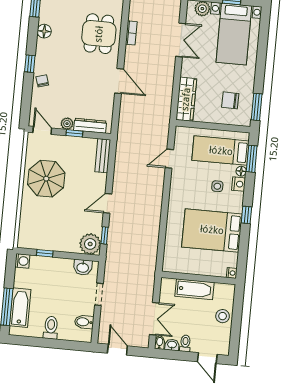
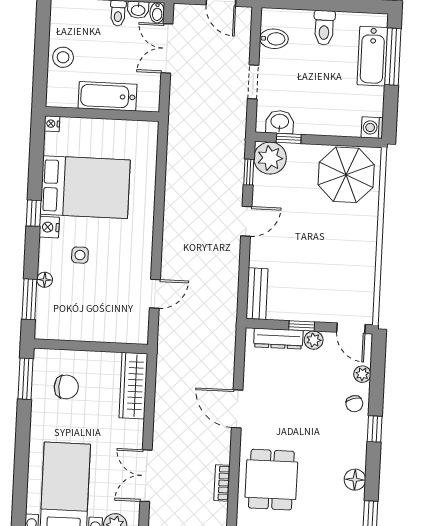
plant: (36, 100) -> (362, 374), added
bed: (221, 151) -> (78, 310), removed
parasol: (46, 179) -> (346, 175), moved
nightstand: (239, 184) -> (49, 227), moved
window: (45, 253) -> (289, 138), moved

